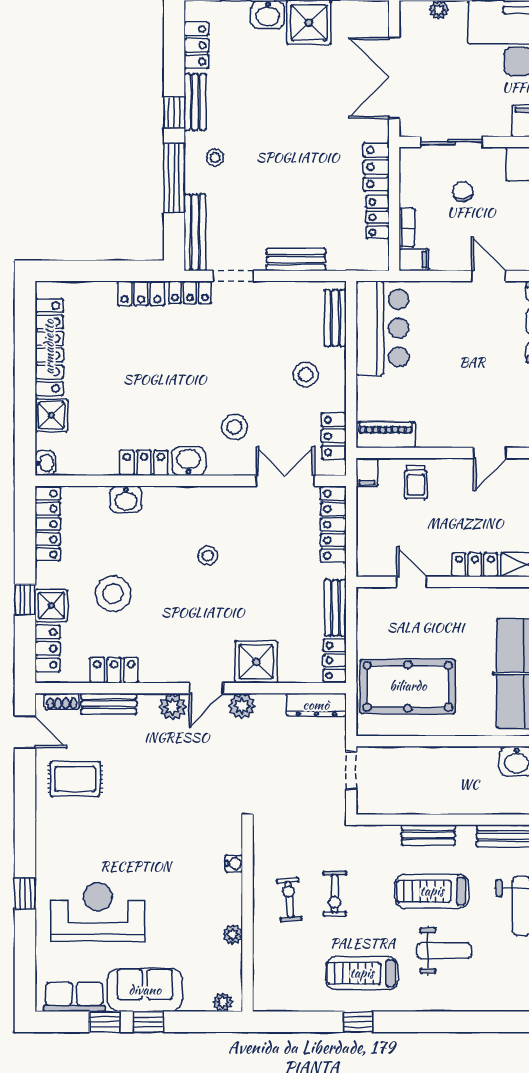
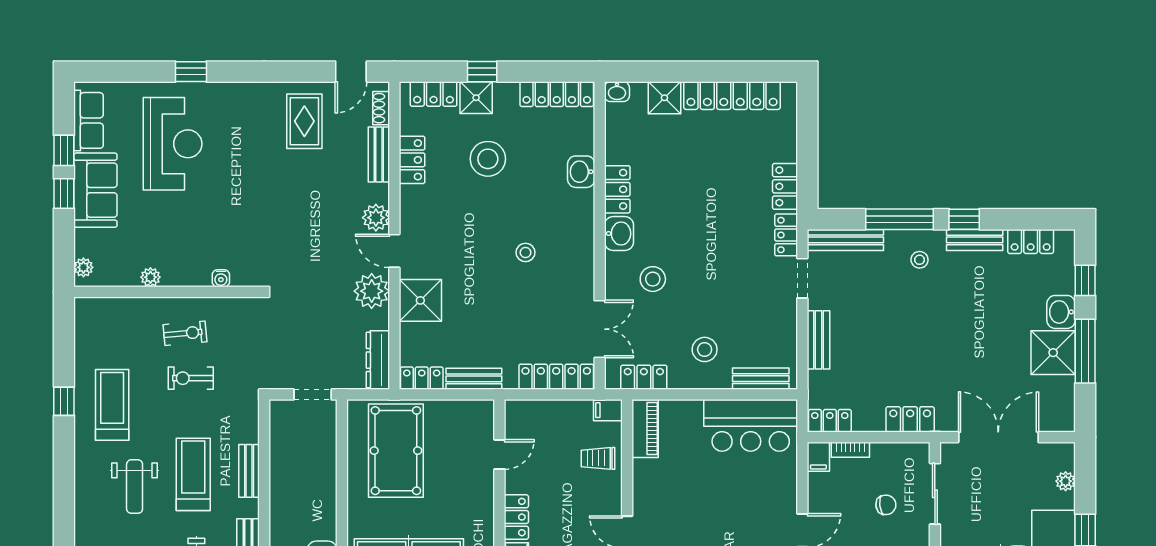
locker: (378, 217) -> (830, 421), moved
plant: (242, 706) -> (372, 291), width x1.36, depth x1.36

